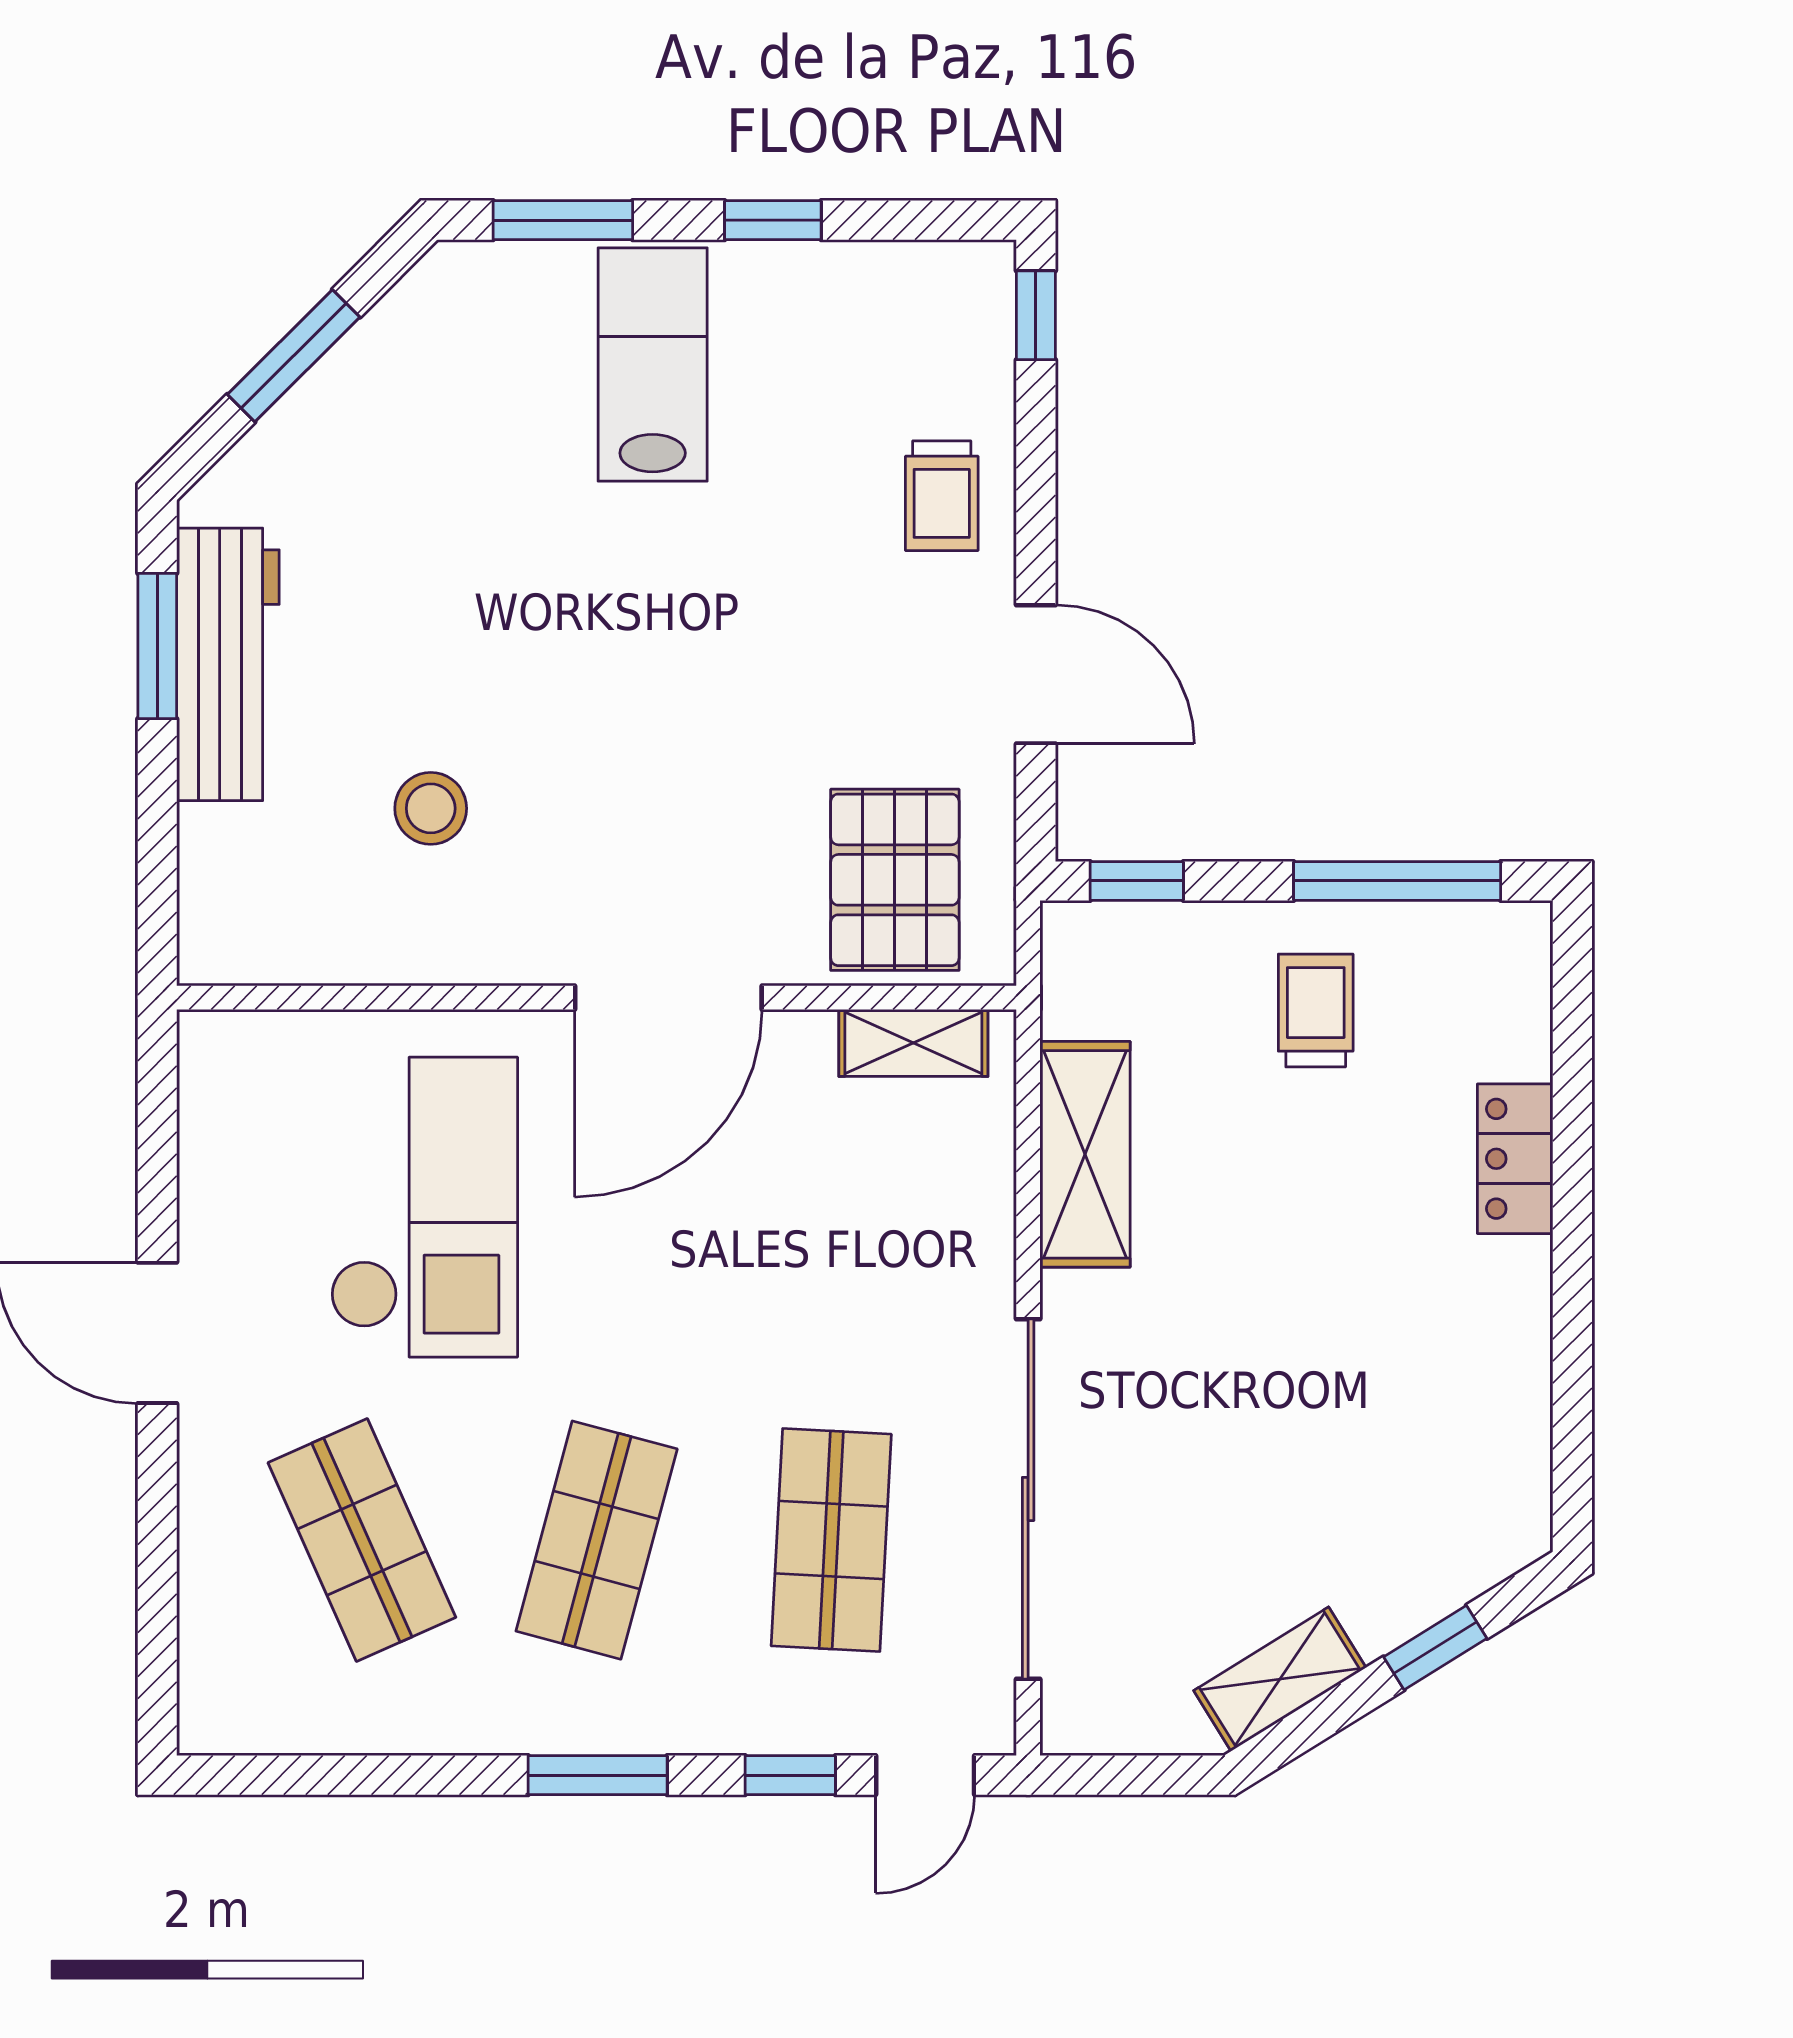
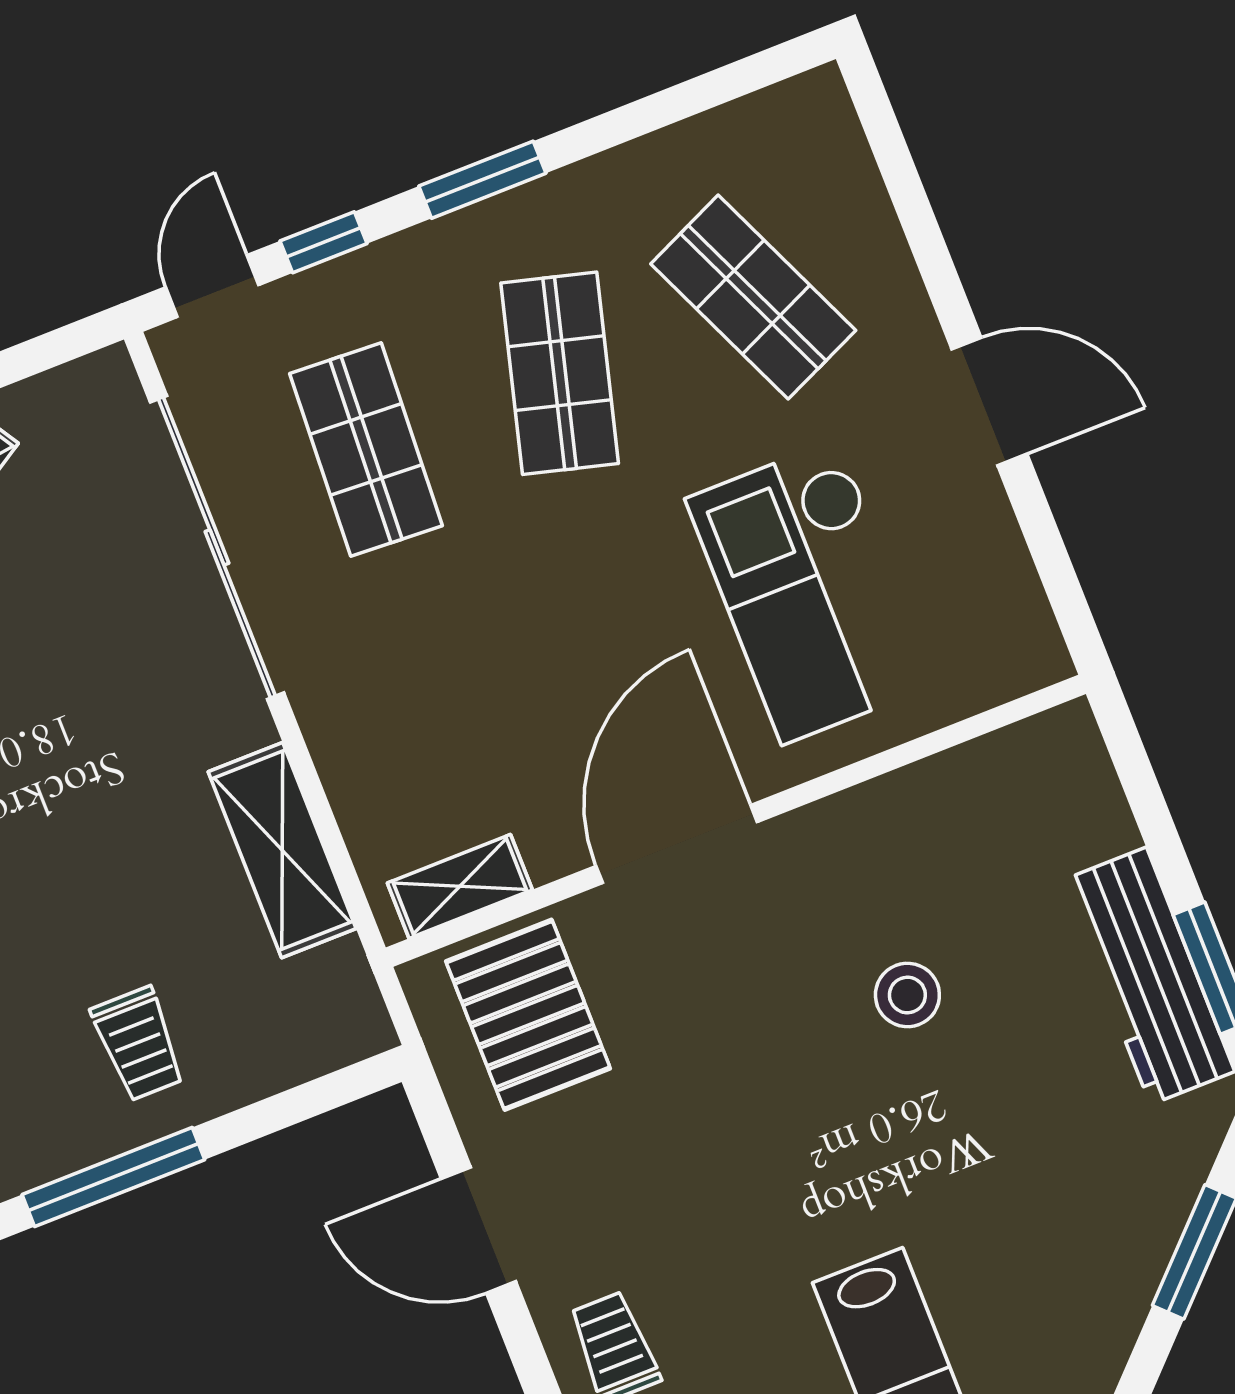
stool: (431, 808) -> (907, 995), moved
window: (1137, 881) -> (328, 1092), removed

